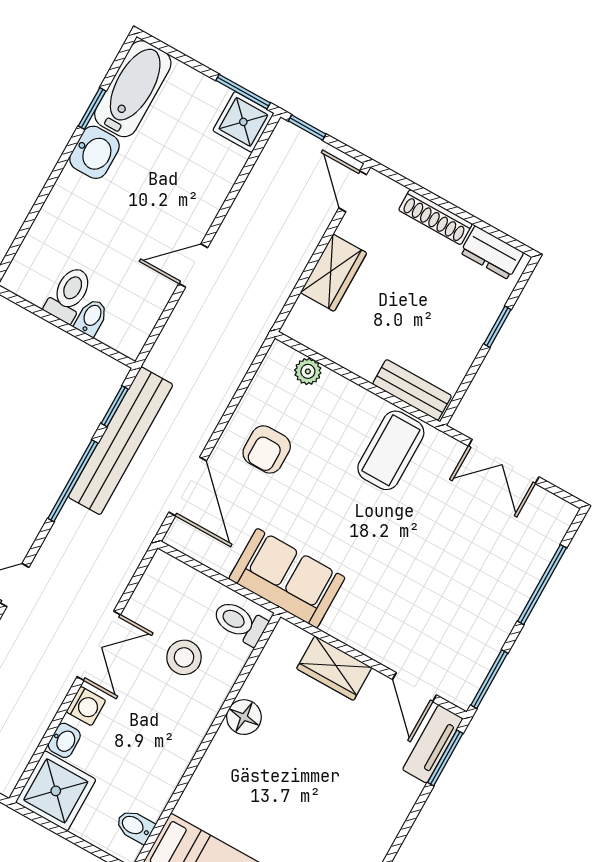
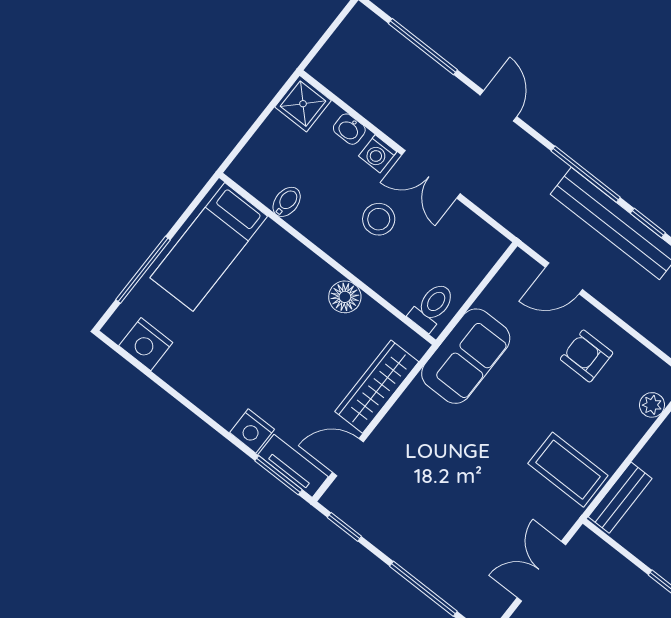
door: (188, 487) -> (564, 278), width x0.73
stool: (184, 657) -> (379, 219), moved
wardrobe: (334, 668) -> (377, 387), width x1.50
window: (489, 679) -> (344, 527), width x0.67
shower: (56, 791) -> (303, 104), width x0.73, depth x0.73
nightstand: (402, 794) -> (252, 431), added
bidet: (135, 826) -> (287, 202), moved

